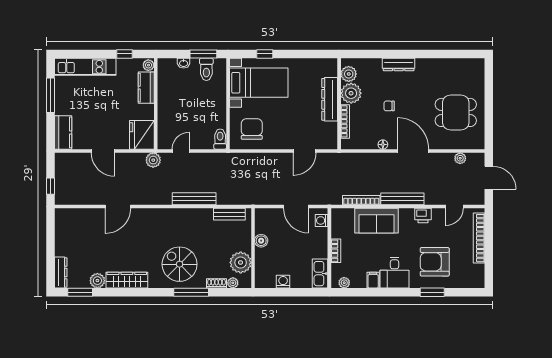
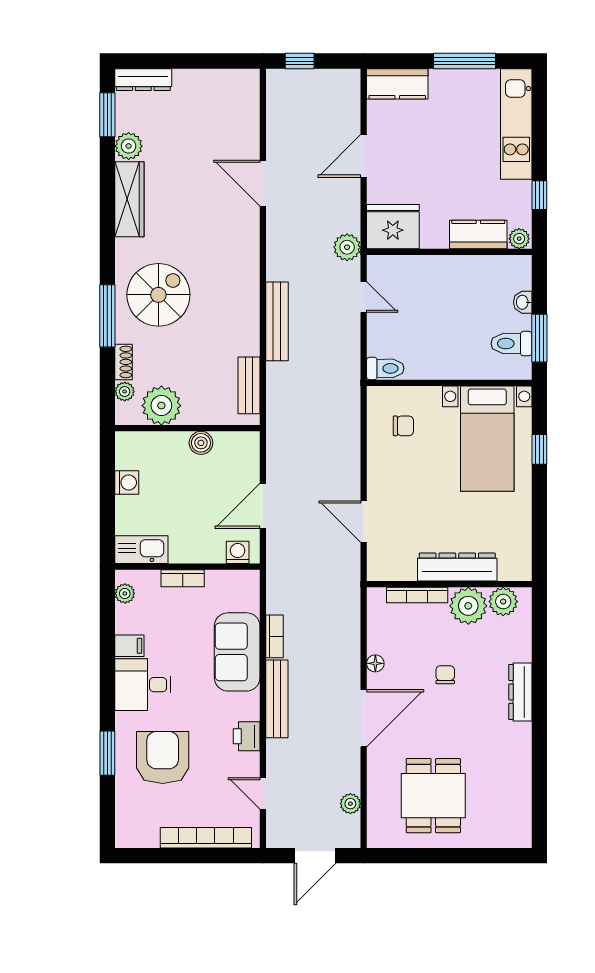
chair: (252, 129) -> (403, 426), width x0.54, depth x0.54
bookcase: (361, 200) -> (275, 636), width x0.64

